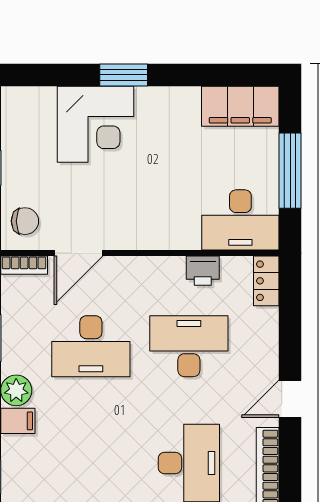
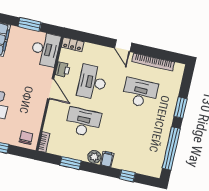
window: (290, 171) -> (30, 24), width x0.69
door: (78, 253) -> (51, 89), moved
desk: (91, 346) -> (83, 122), turned -90

